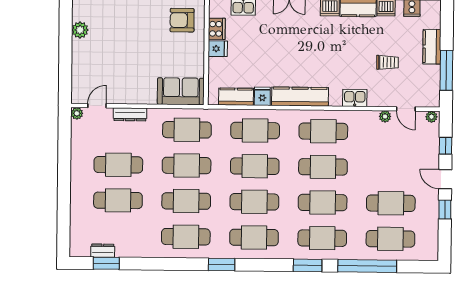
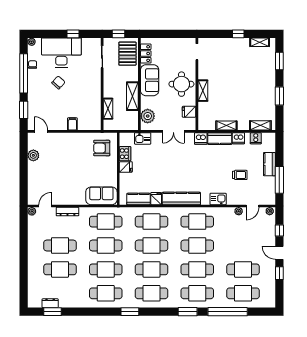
door: (406, 109) -> (252, 206), hinge flipped

